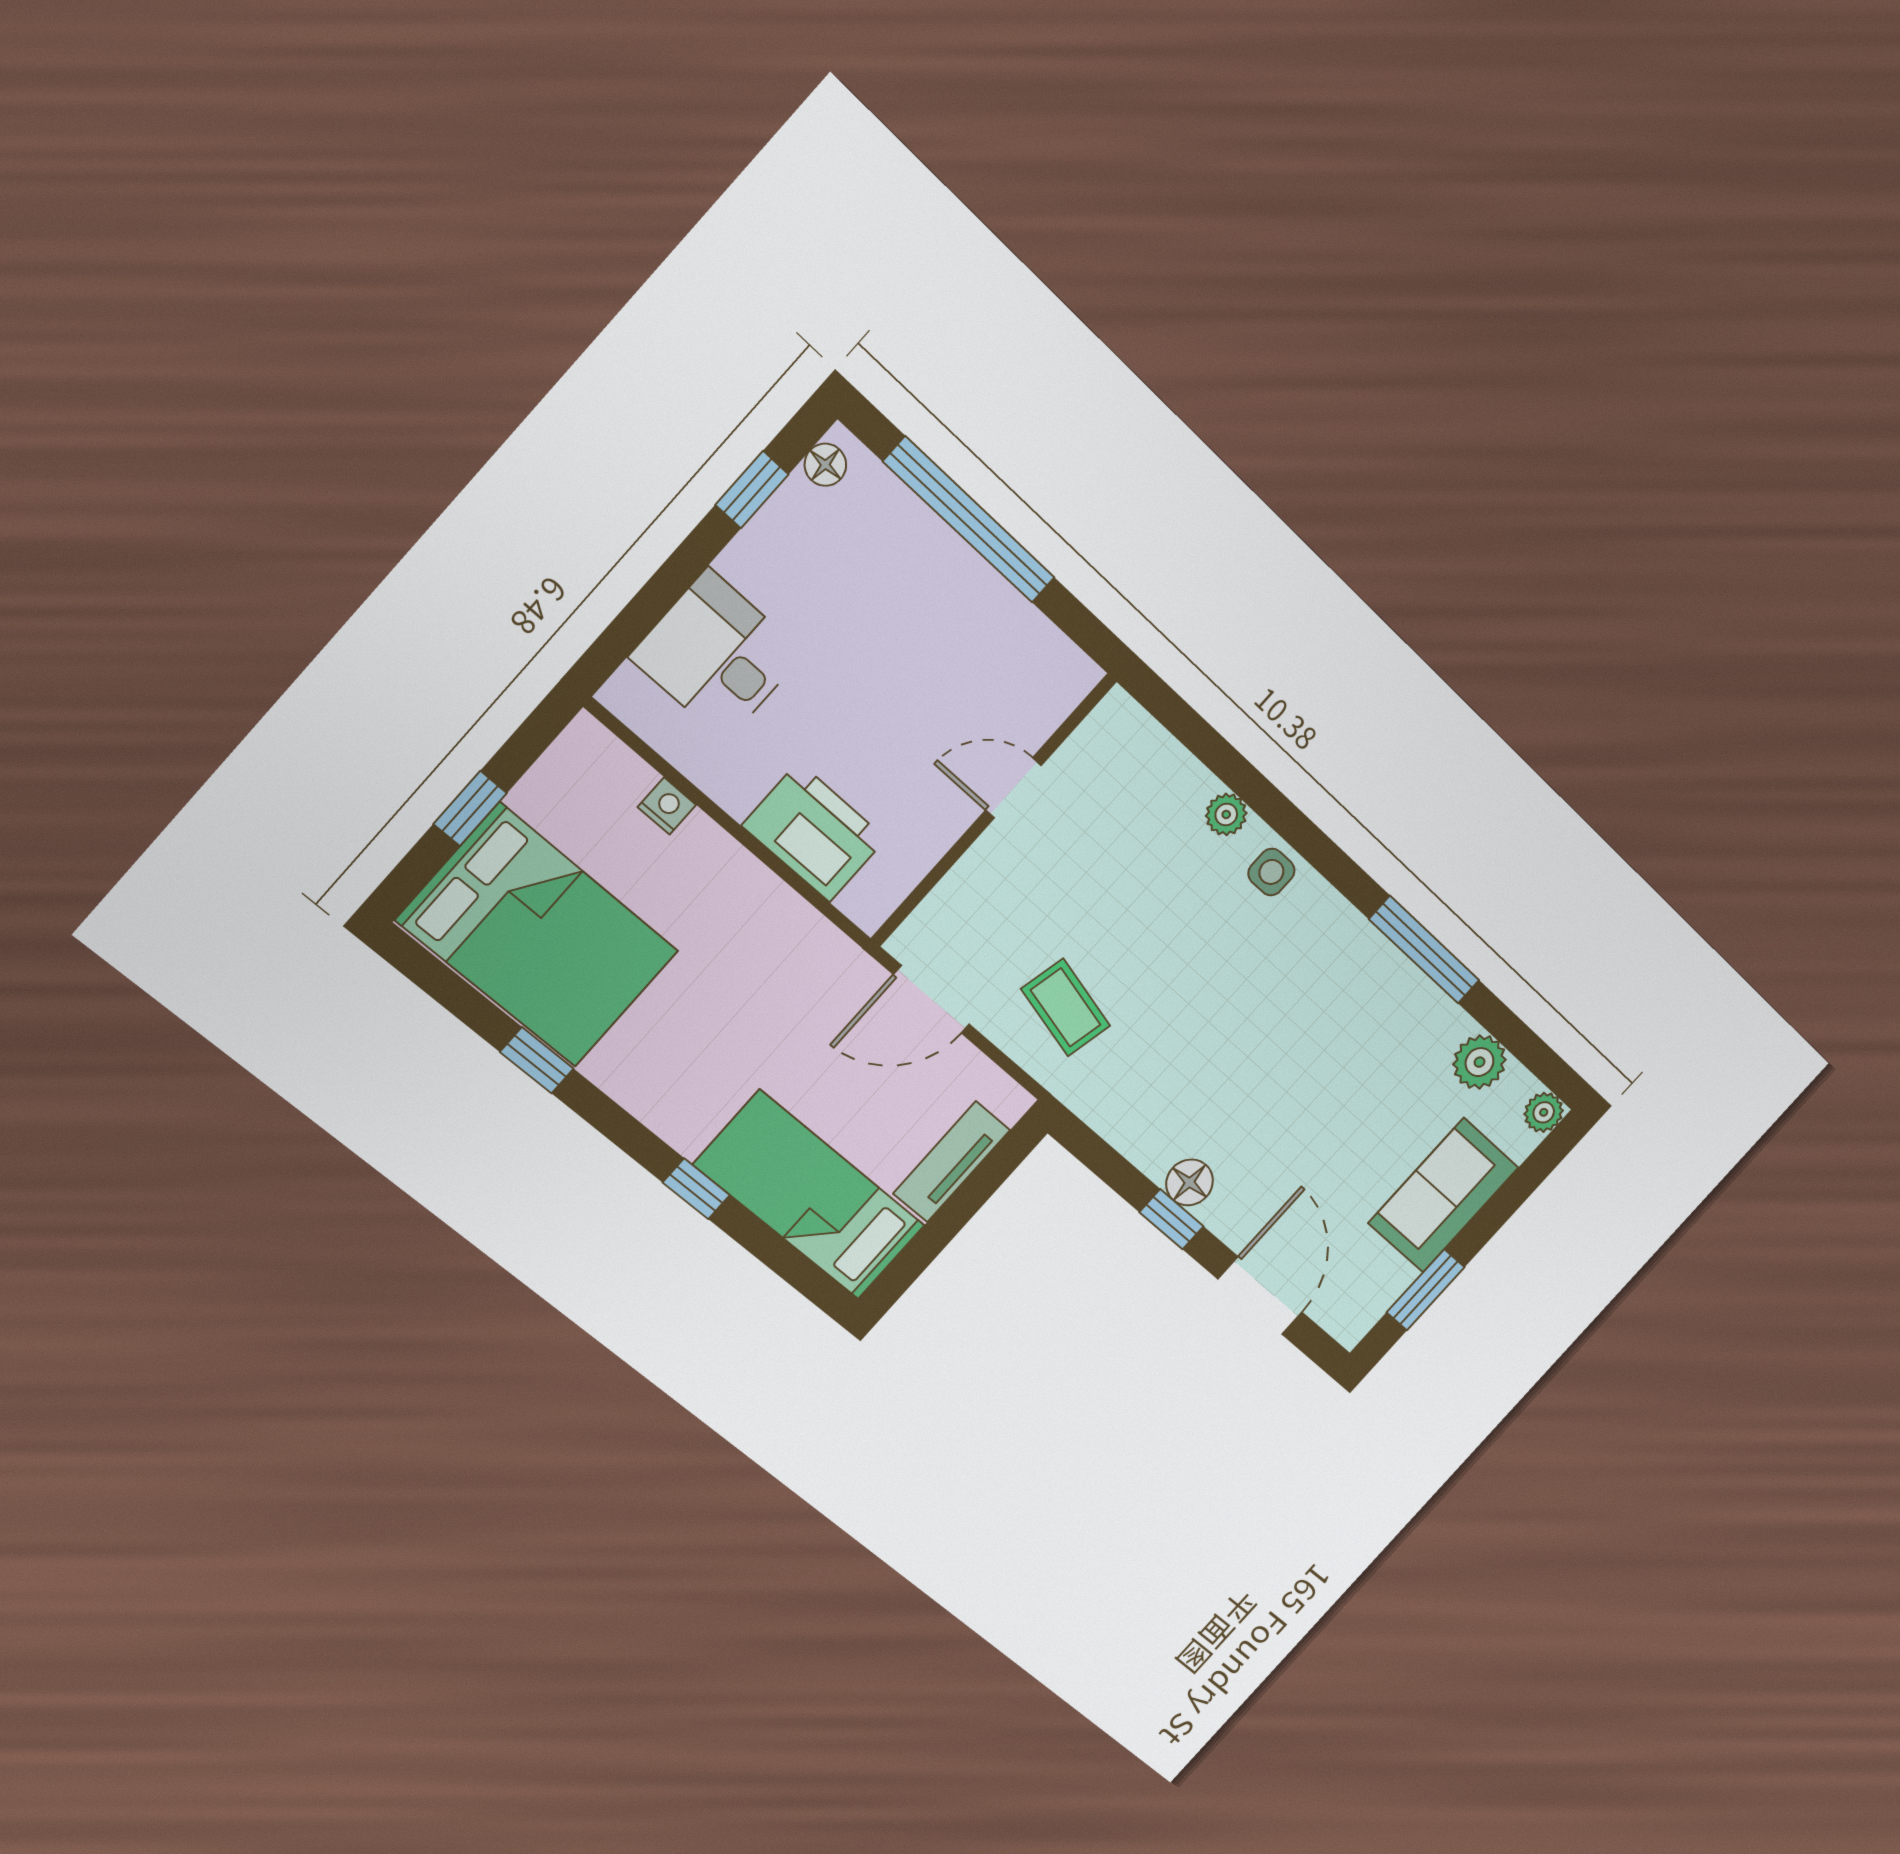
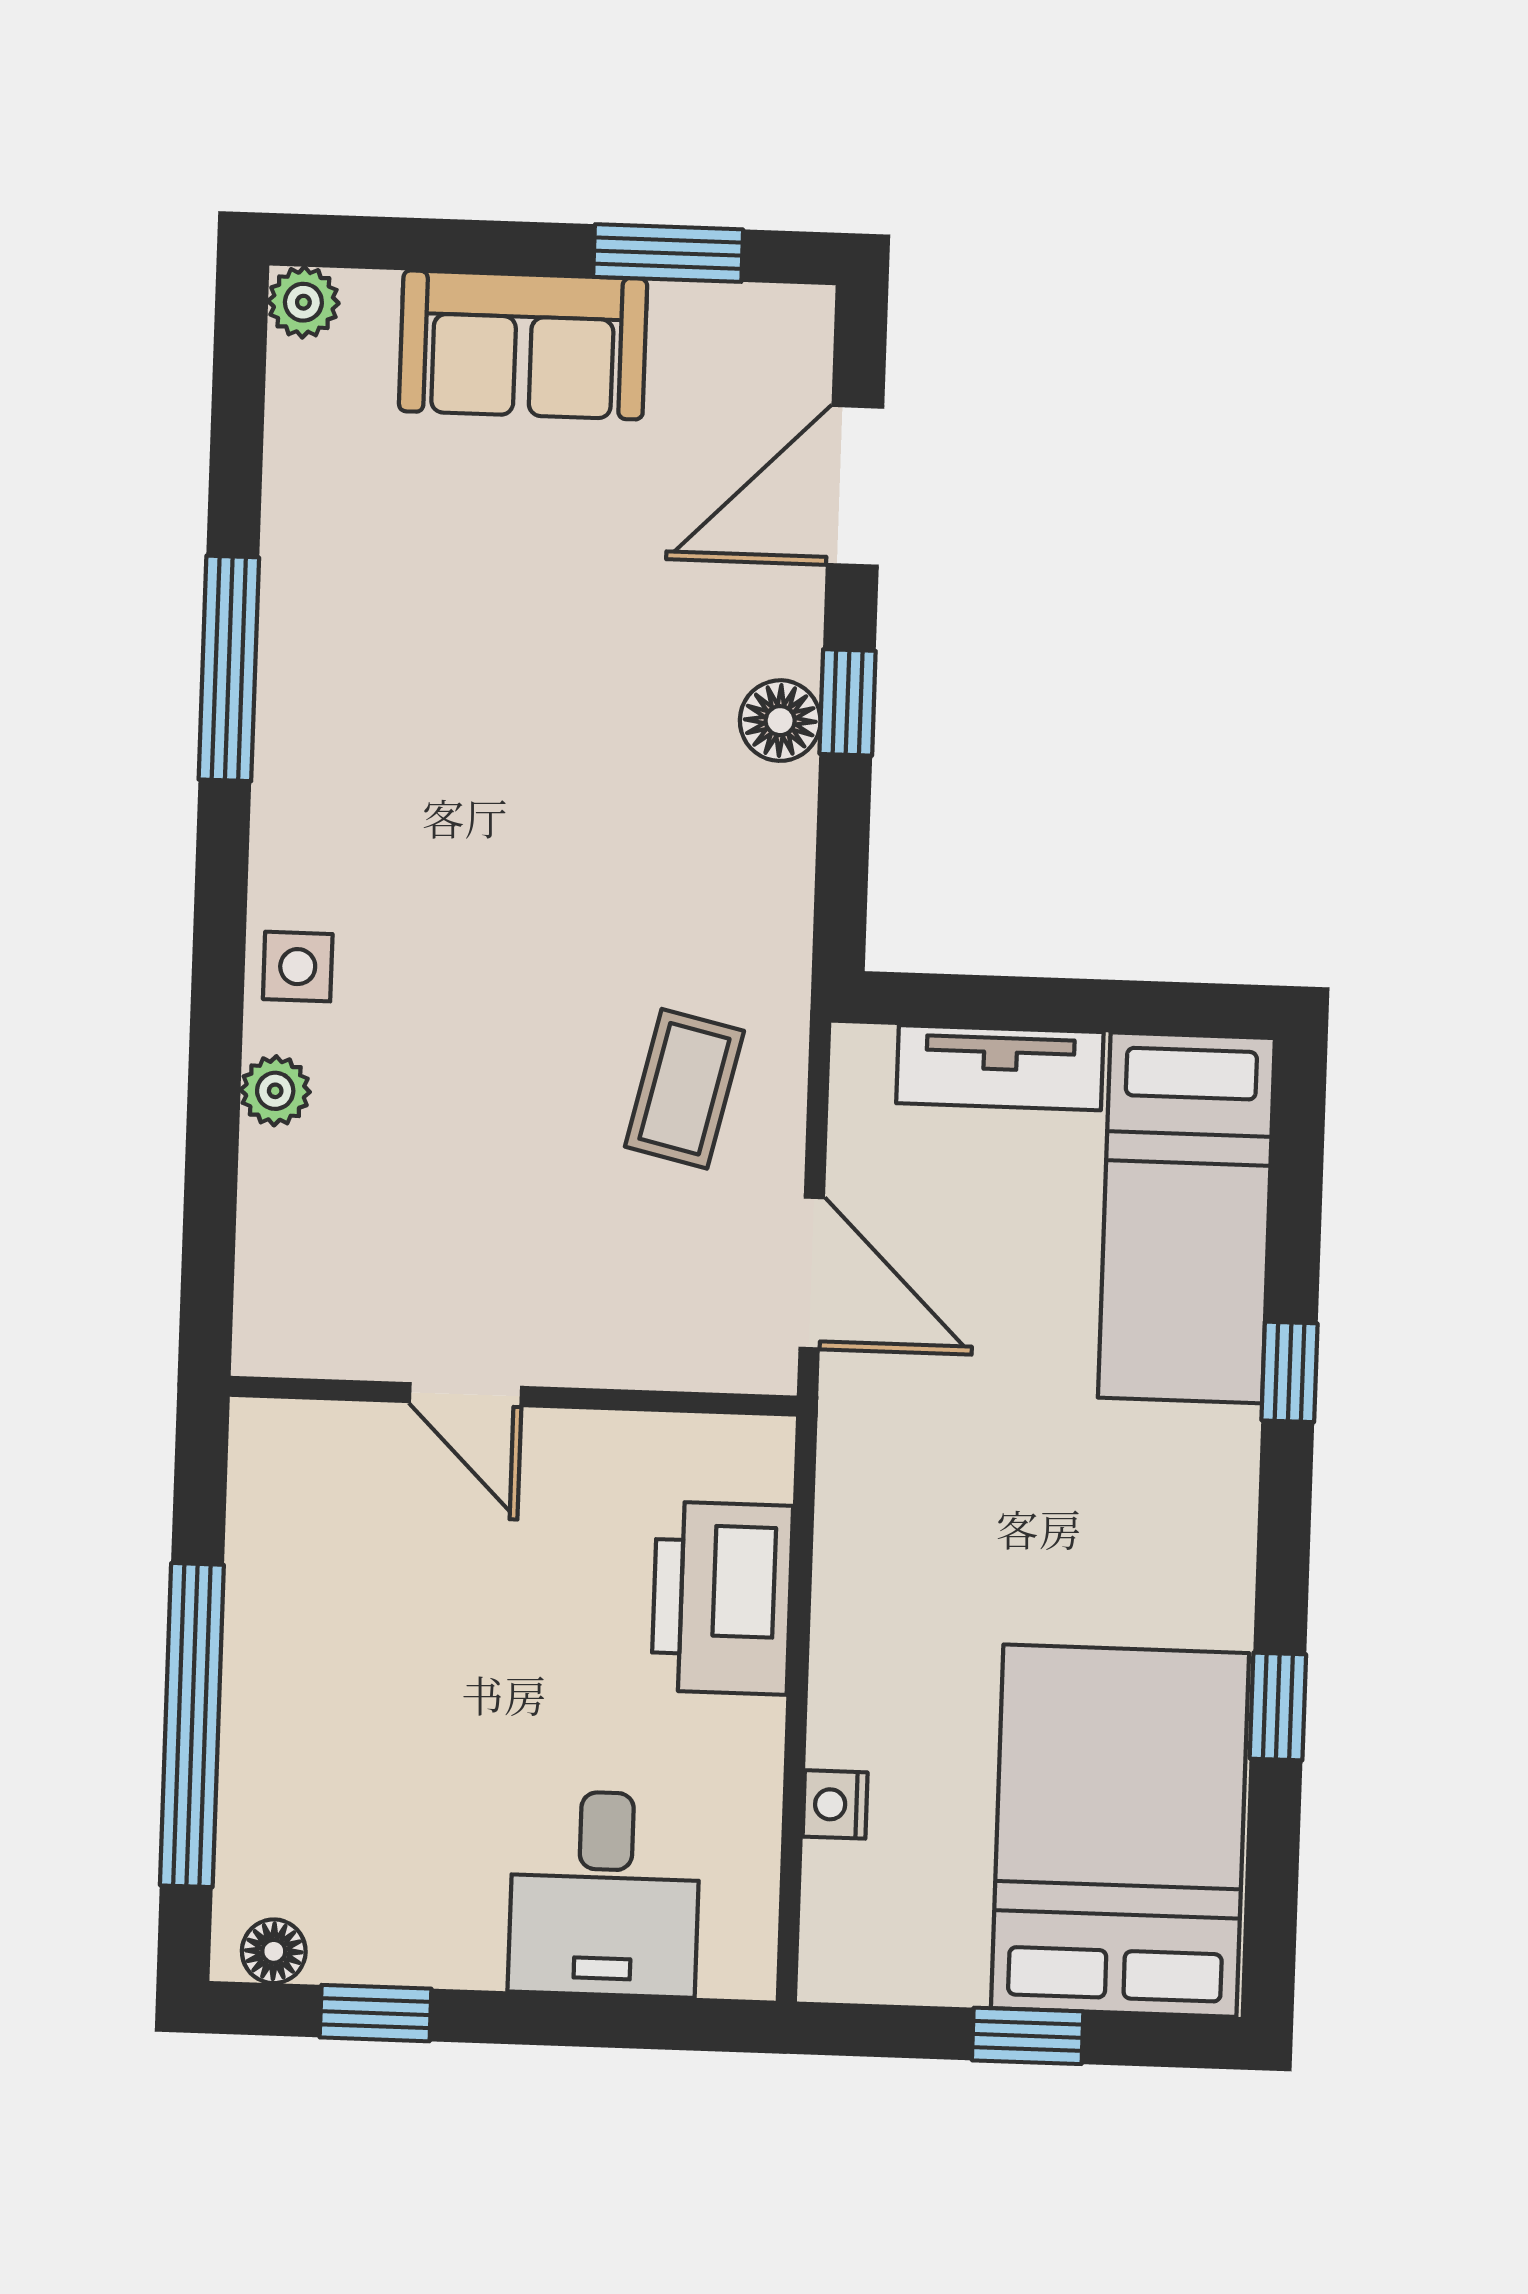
plant: (1479, 1062) -> (310, 456), removed

